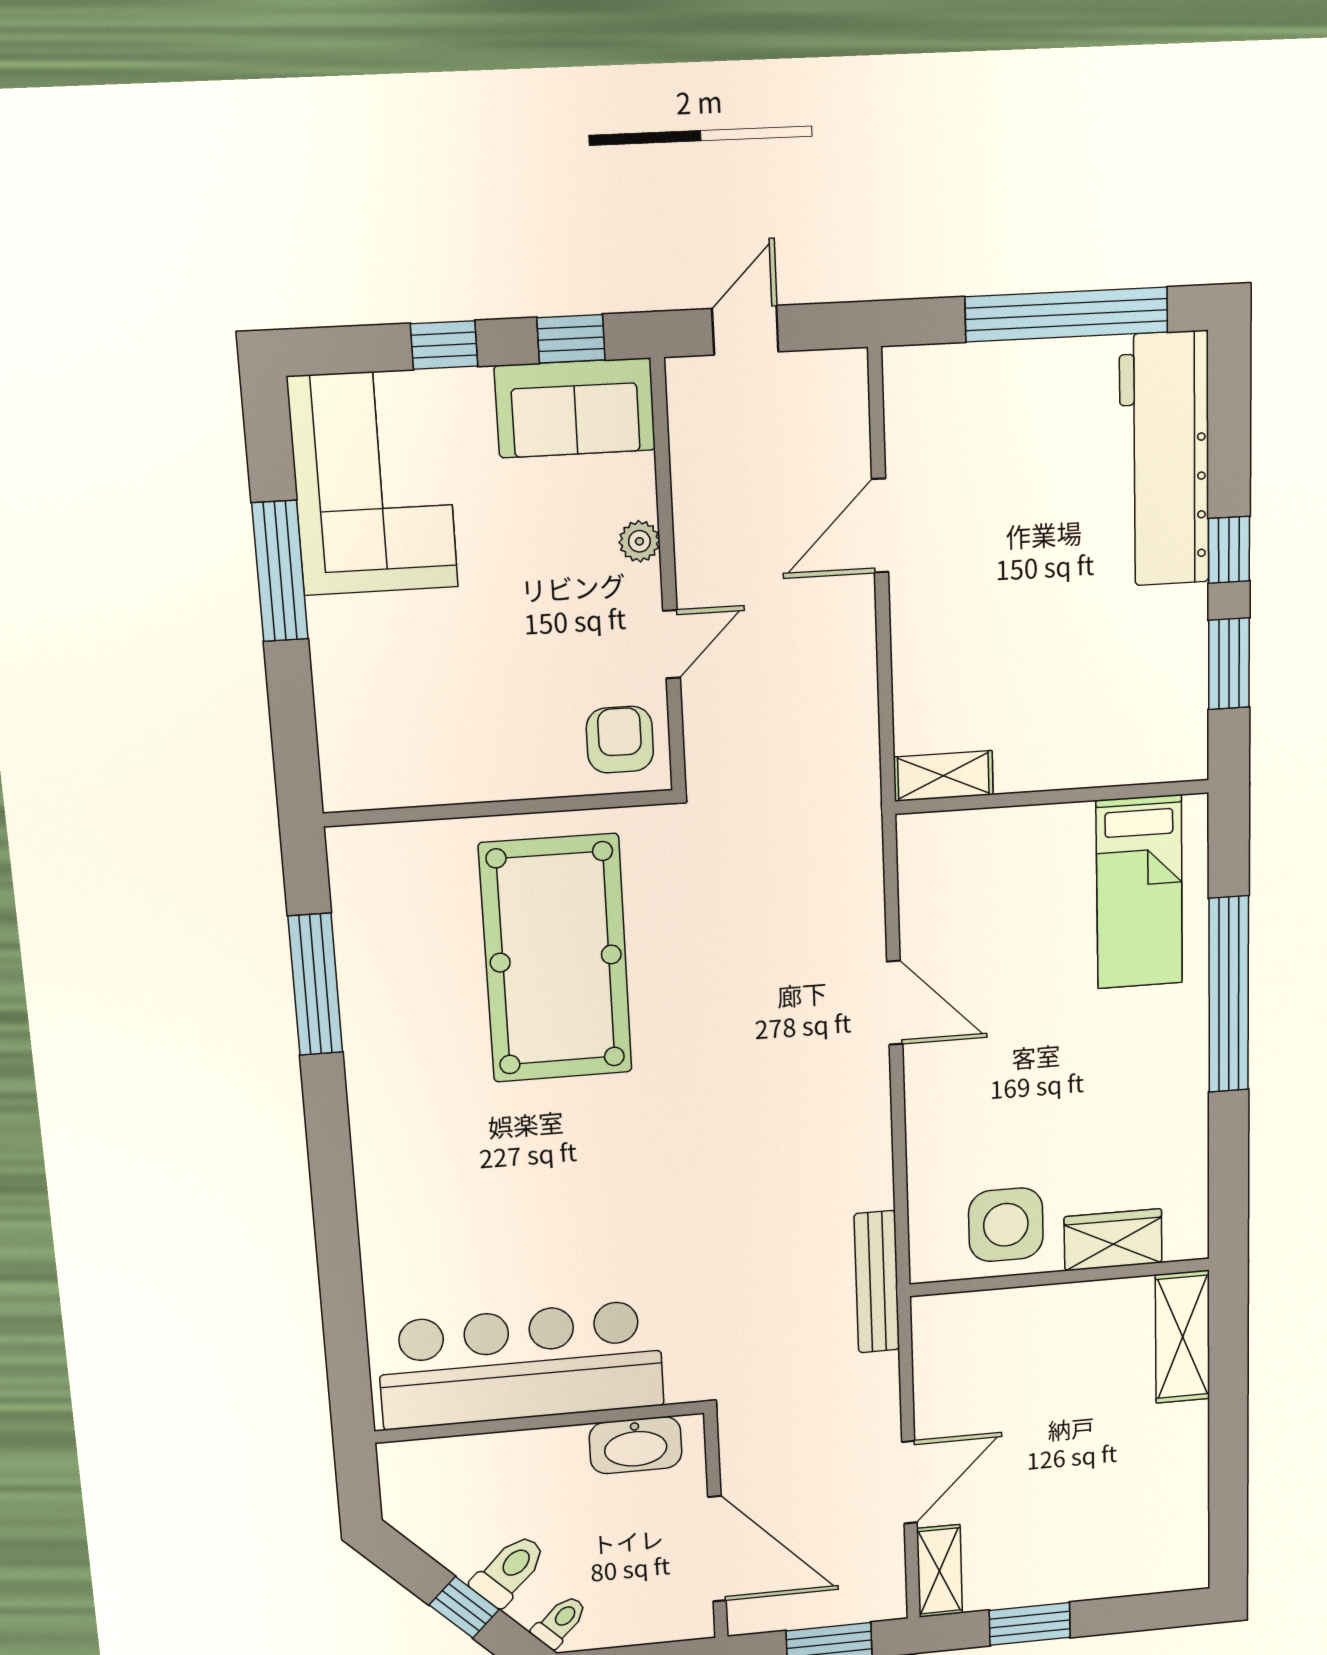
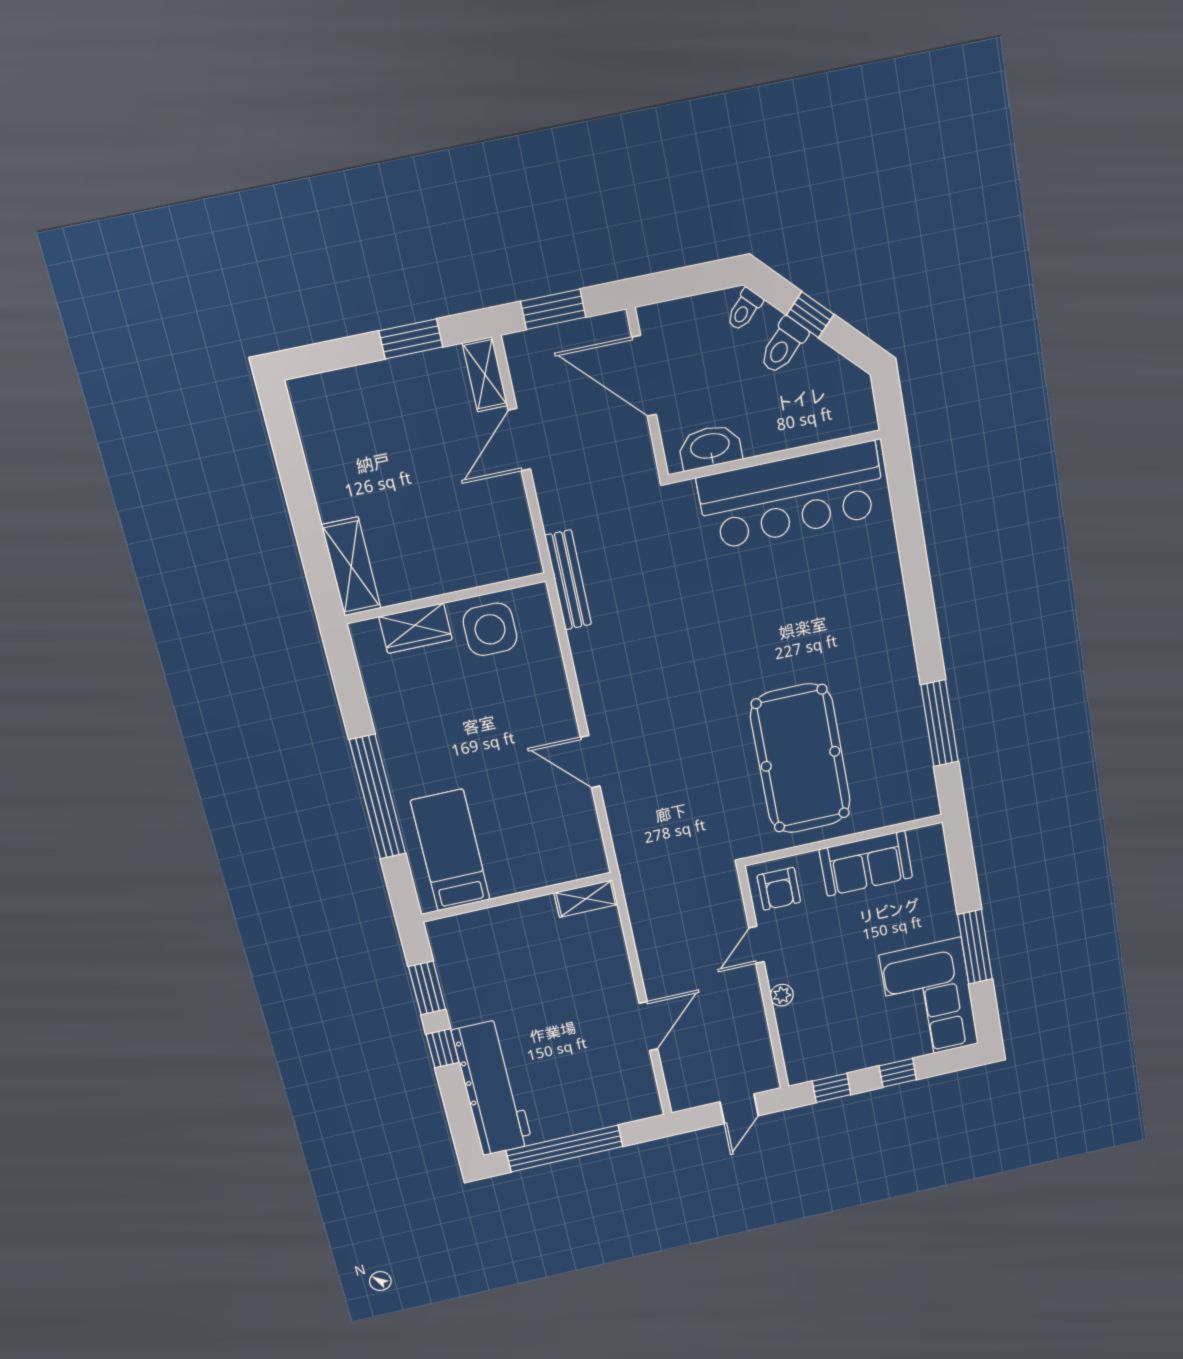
sofa: (575, 408) -> (866, 863), moved, turned 180

